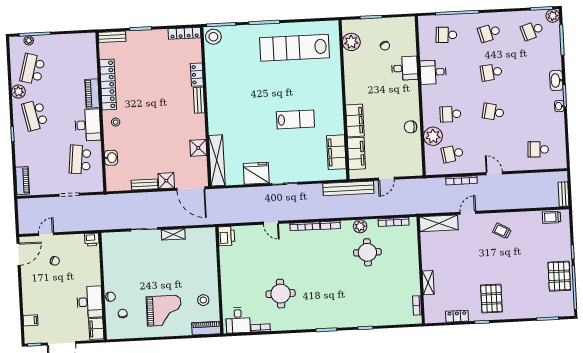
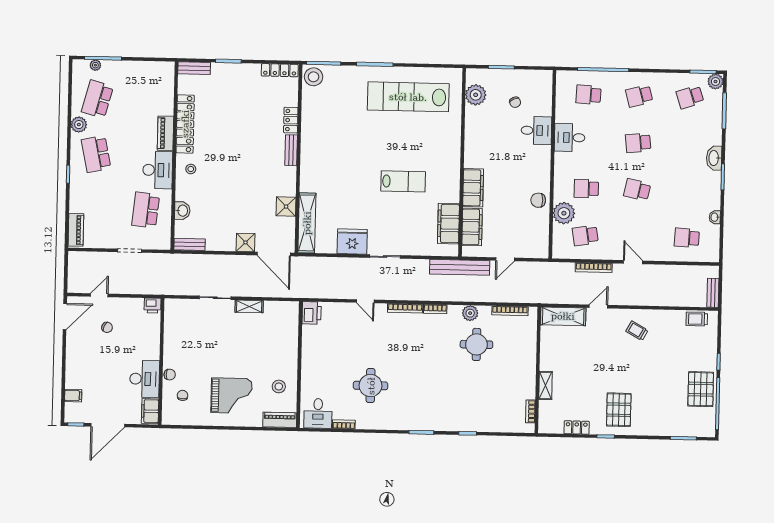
washbasin: (559, 106) -> (715, 217), moved
bench: (145, 184) -> (190, 244), moved

